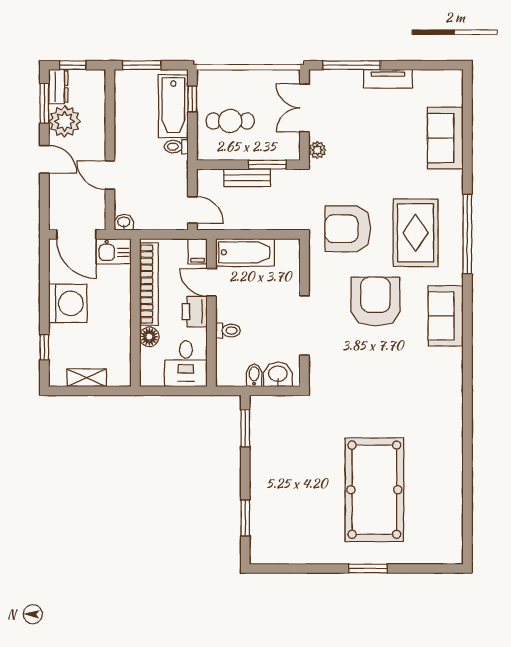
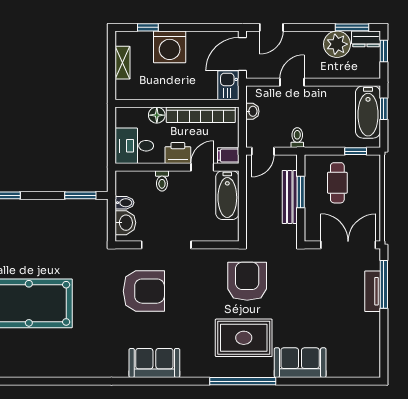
window: (142, 65) -> (384, 109), width x0.67
tv unit: (388, 79) -> (373, 291), moved
bathtub: (173, 106) -> (368, 112), moved, turned -90
double door: (304, 108) -> (348, 245), width x1.37
sofa: (445, 138) -> (300, 363), moved
toilet: (176, 147) -> (297, 138), moved
plant: (317, 150) -> (313, 256), removed
door: (44, 159) -> (271, 27), moved
window: (267, 165) -> (301, 192), moved
bench: (247, 178) -> (290, 197), width x1.36
washbasin: (124, 222) -> (252, 111), moved
armchair: (375, 302) -> (144, 291), moved
washing machine: (68, 303) -> (170, 47), moved
sofa: (446, 316) -> (154, 363), moved

